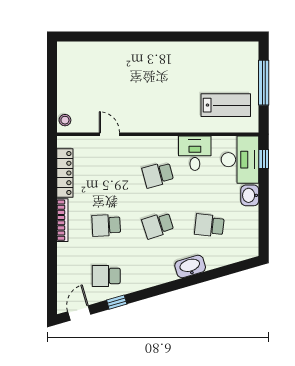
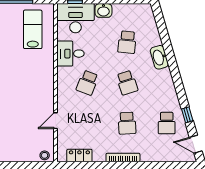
locker: (65, 173) -> (79, 155), width x0.66
school desk: (158, 175) -> (87, 83), turned 36

